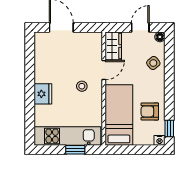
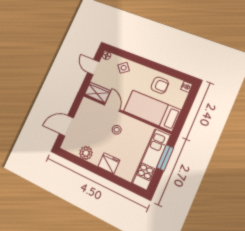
plant: (42, 64) -> (86, 153), added
armchair: (150, 111) -> (160, 85), turned -90
window: (169, 128) -> (180, 75), removed
window: (75, 150) -> (165, 158), width x1.50

